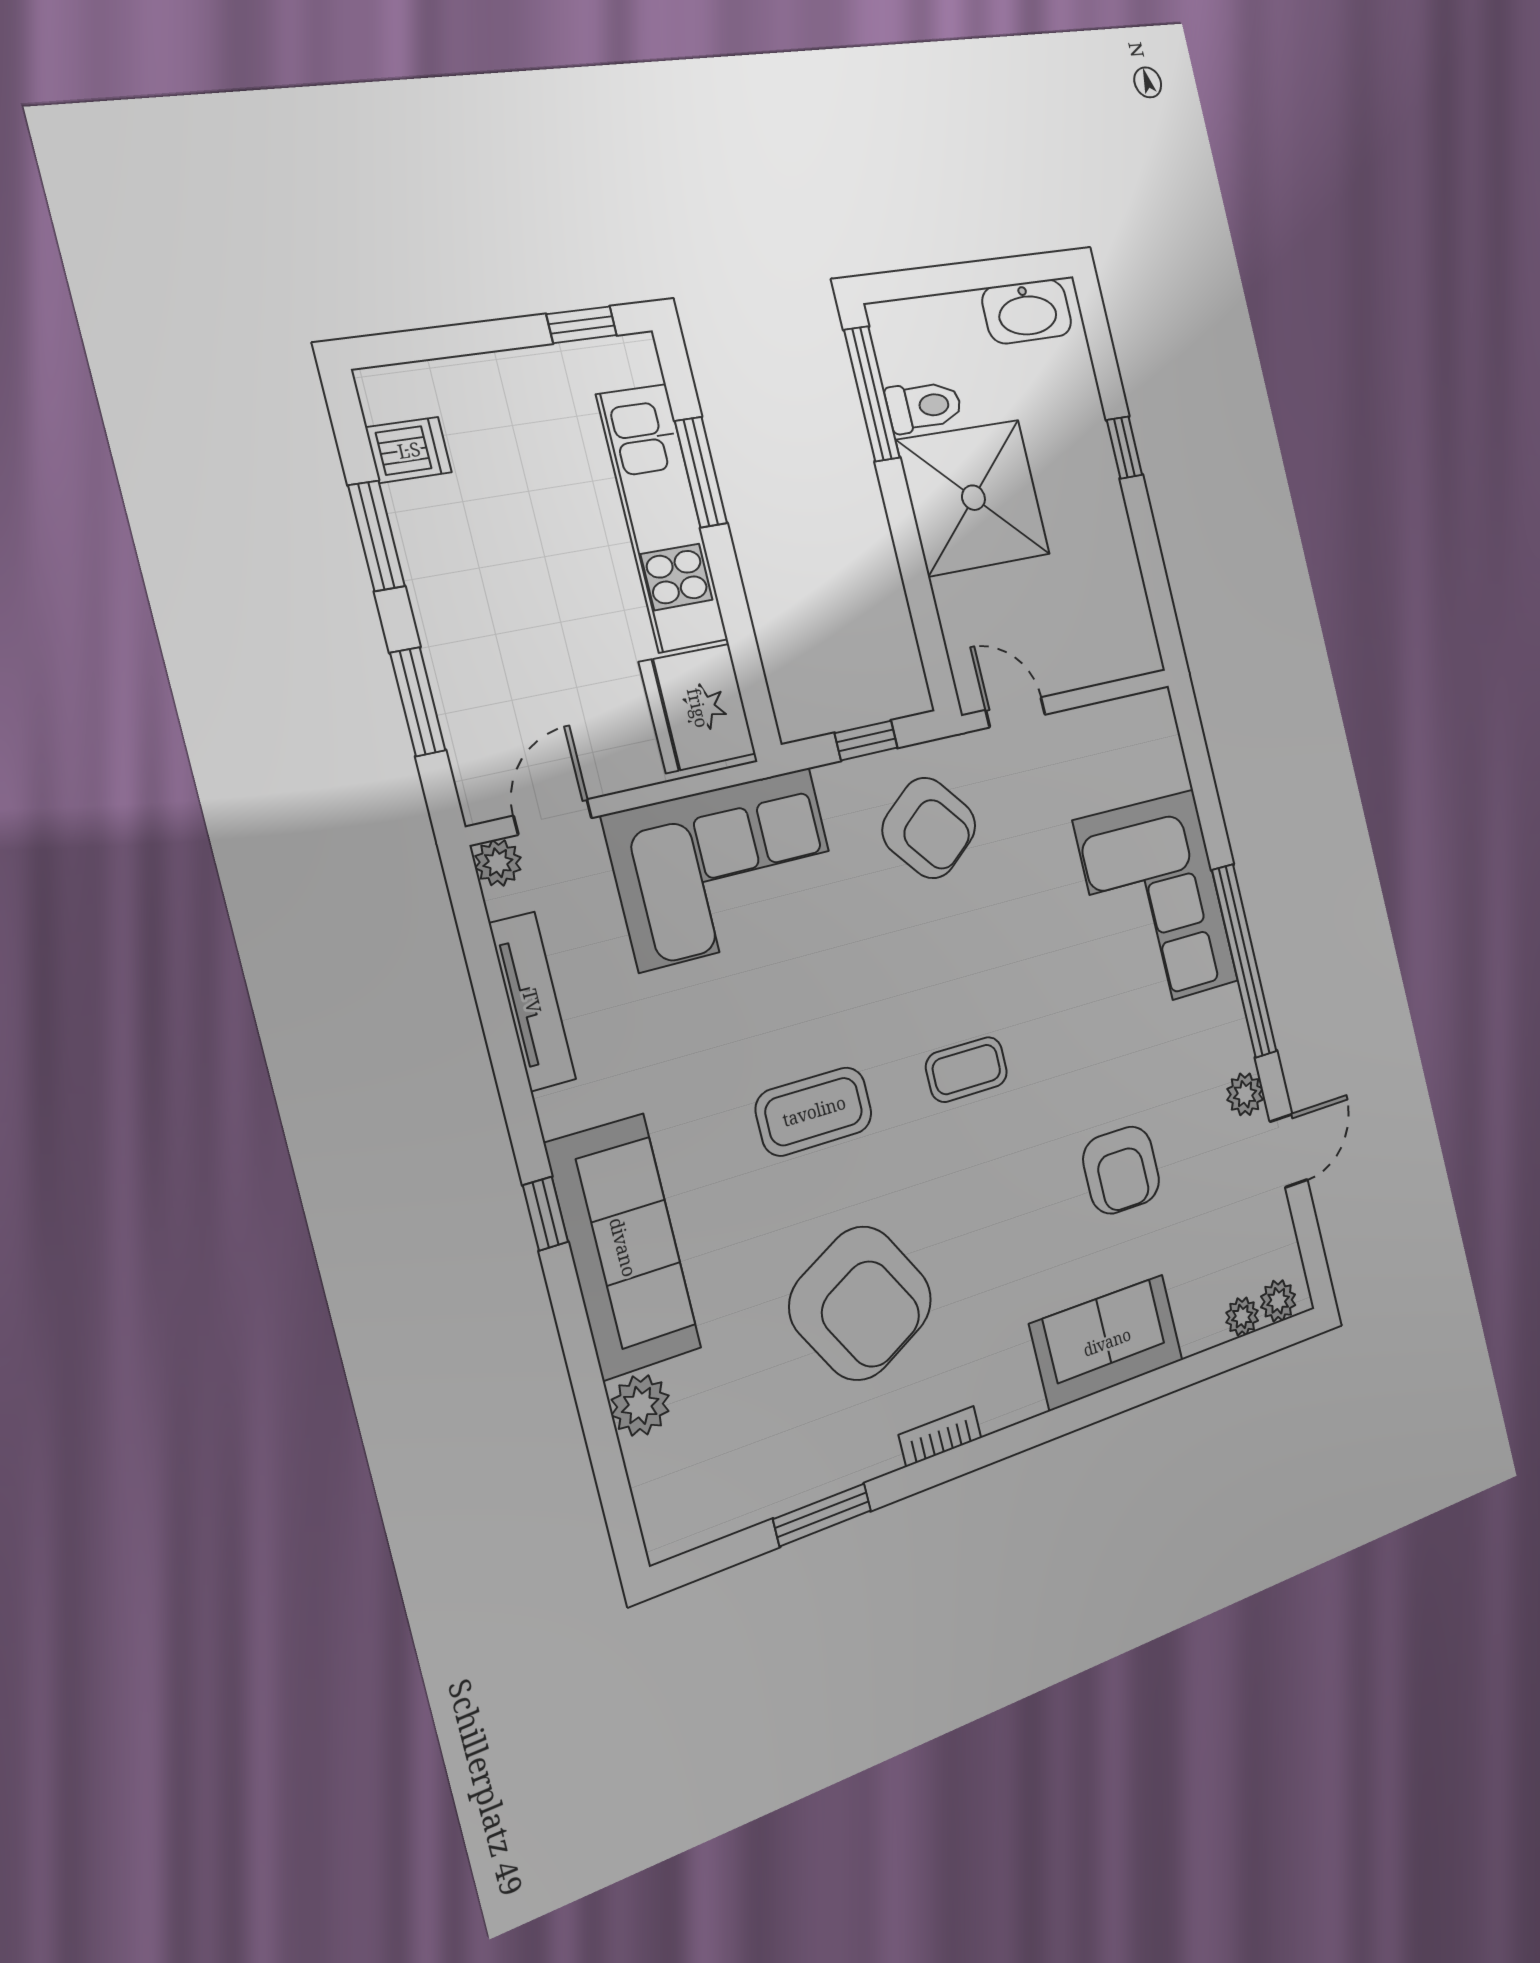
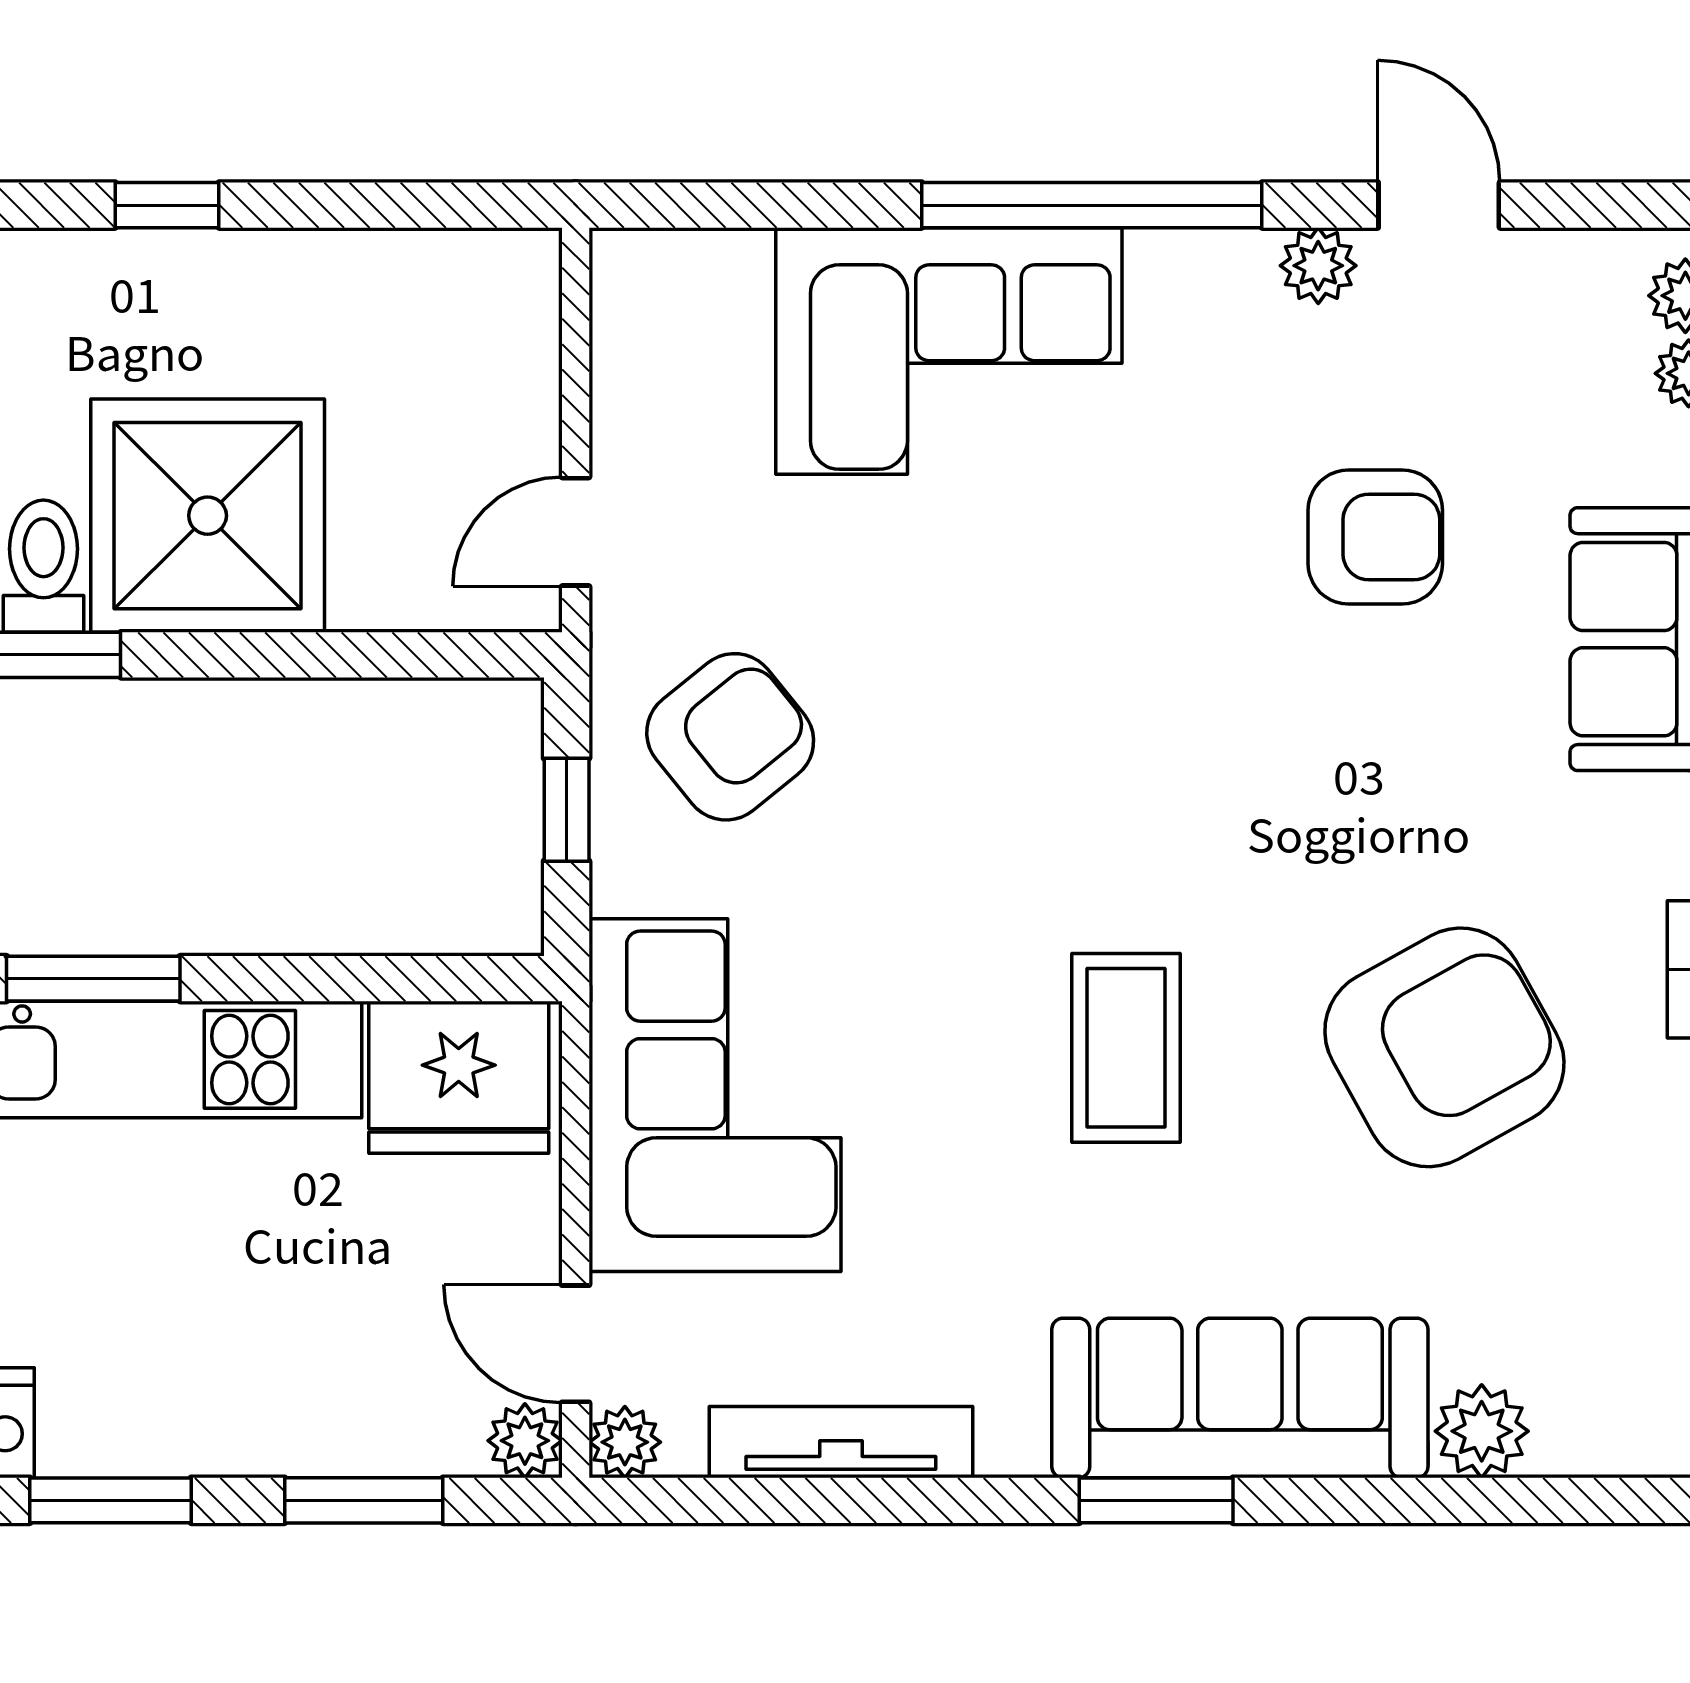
plant: (483, 798) -> (525, 1441), added
coffee table: (966, 1070) -> (1133, 773), removed
window: (545, 1214) -> (1156, 1500), width x1.50

